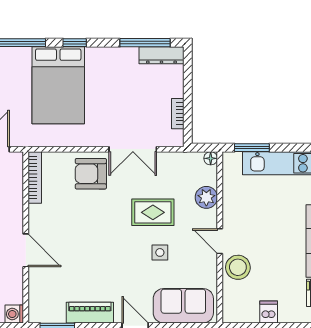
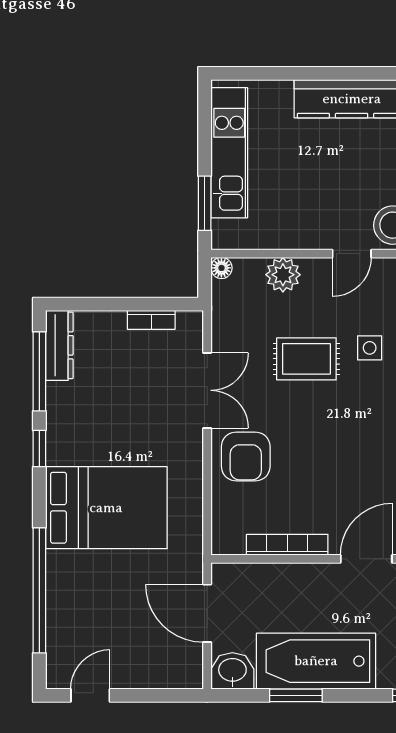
window: (75, 43) -> (39, 449), moved
bookcase: (35, 177) -> (287, 545), moved
rug: (153, 212) -> (306, 359), turned 90

